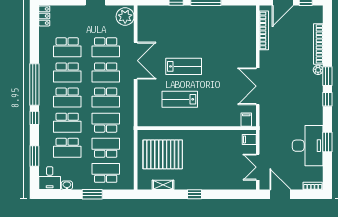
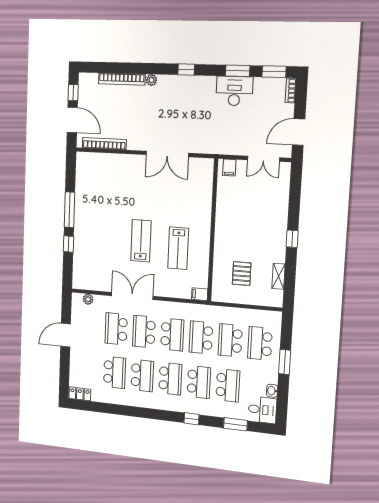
plant: (125, 17) -> (88, 299), width x0.53, depth x0.53
school desk: (106, 47) -> (116, 329), turned 180
school desk: (106, 72) -> (144, 332), turned 180
window: (327, 76) -> (274, 72), moved
window: (34, 84) -> (154, 414), removed
filing cabinet: (246, 120) -> (200, 294), moved
desk: (308, 146) -> (234, 91), width x0.73, depth x0.77
pallet: (163, 154) -> (242, 274), width x0.49, depth x0.50

